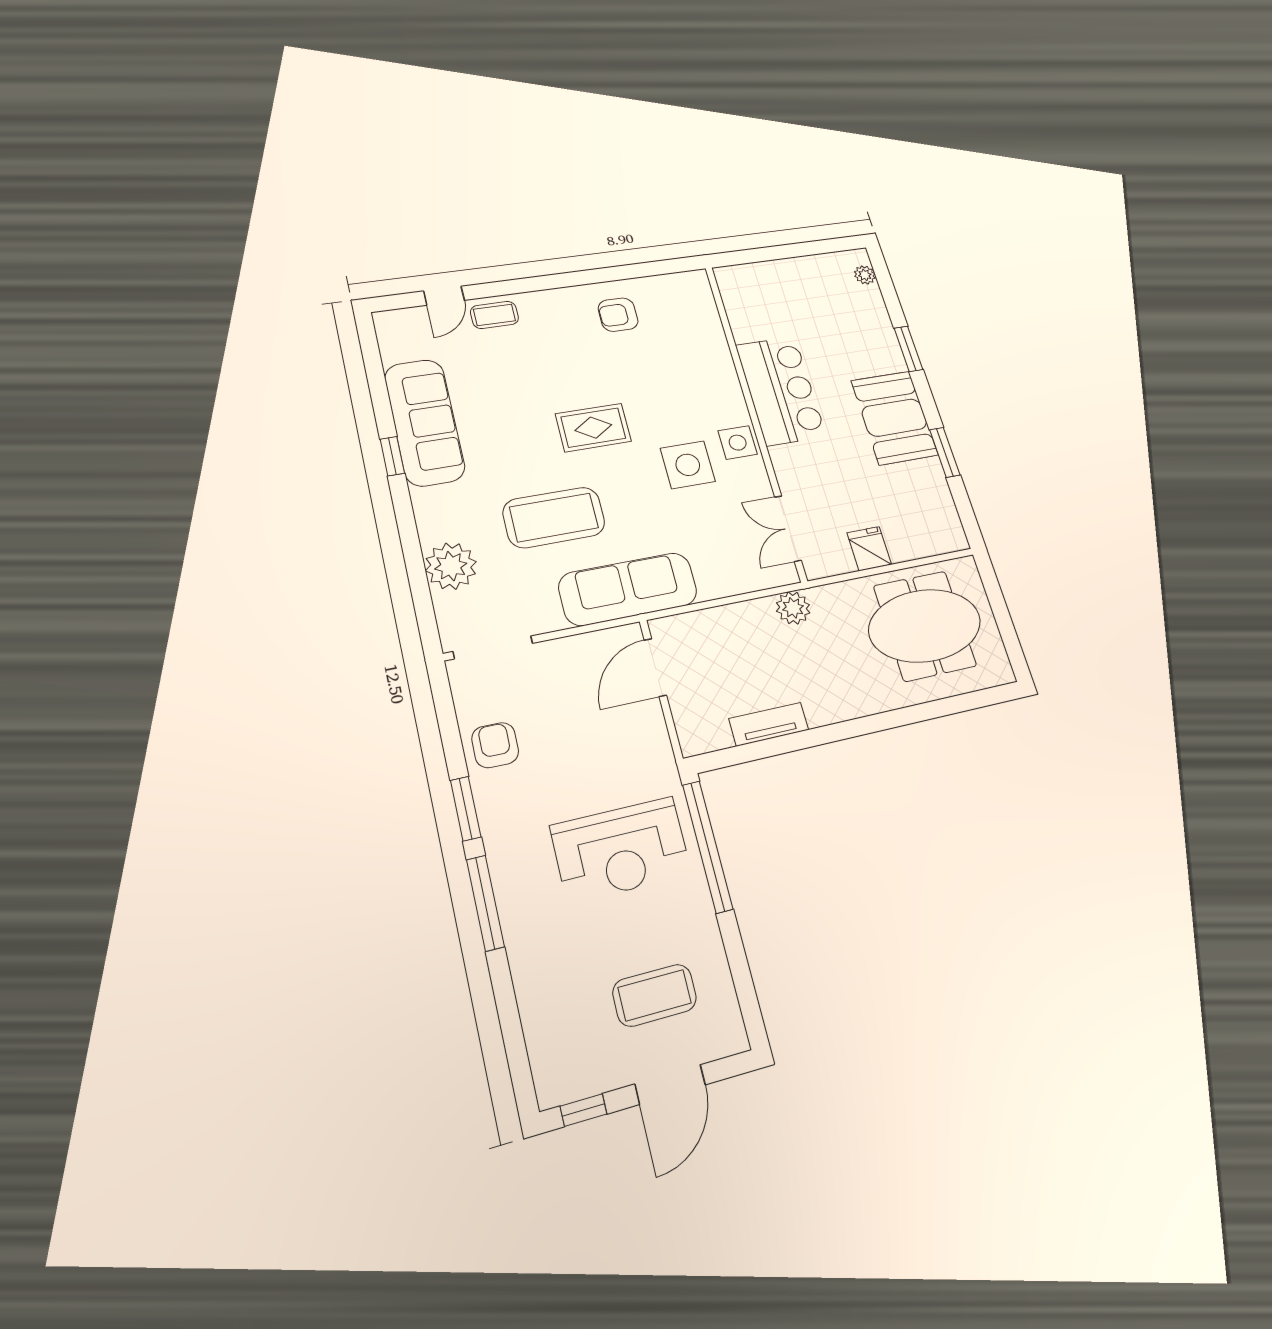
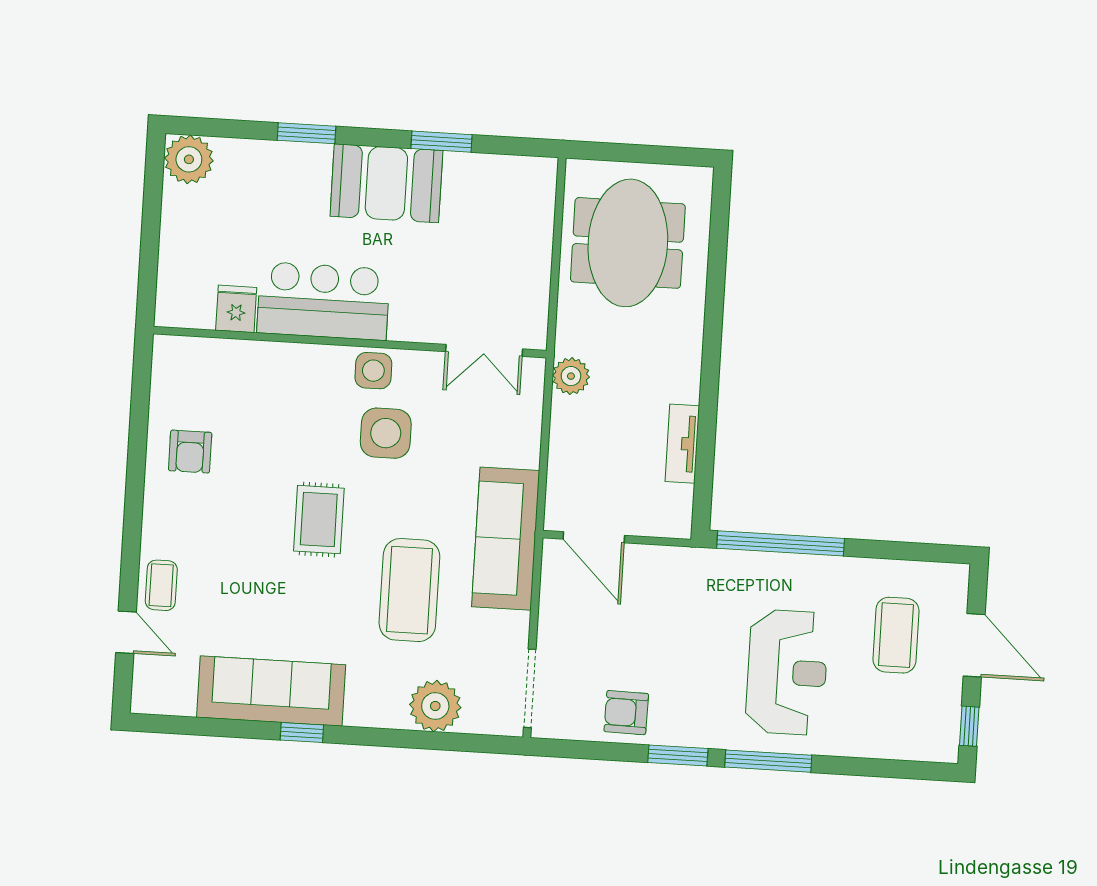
plant: (865, 275) -> (189, 159), width x1.87, depth x1.87
fridge: (869, 549) -> (236, 309), moved, turned 90
reception desk: (621, 850) -> (787, 672), moved

